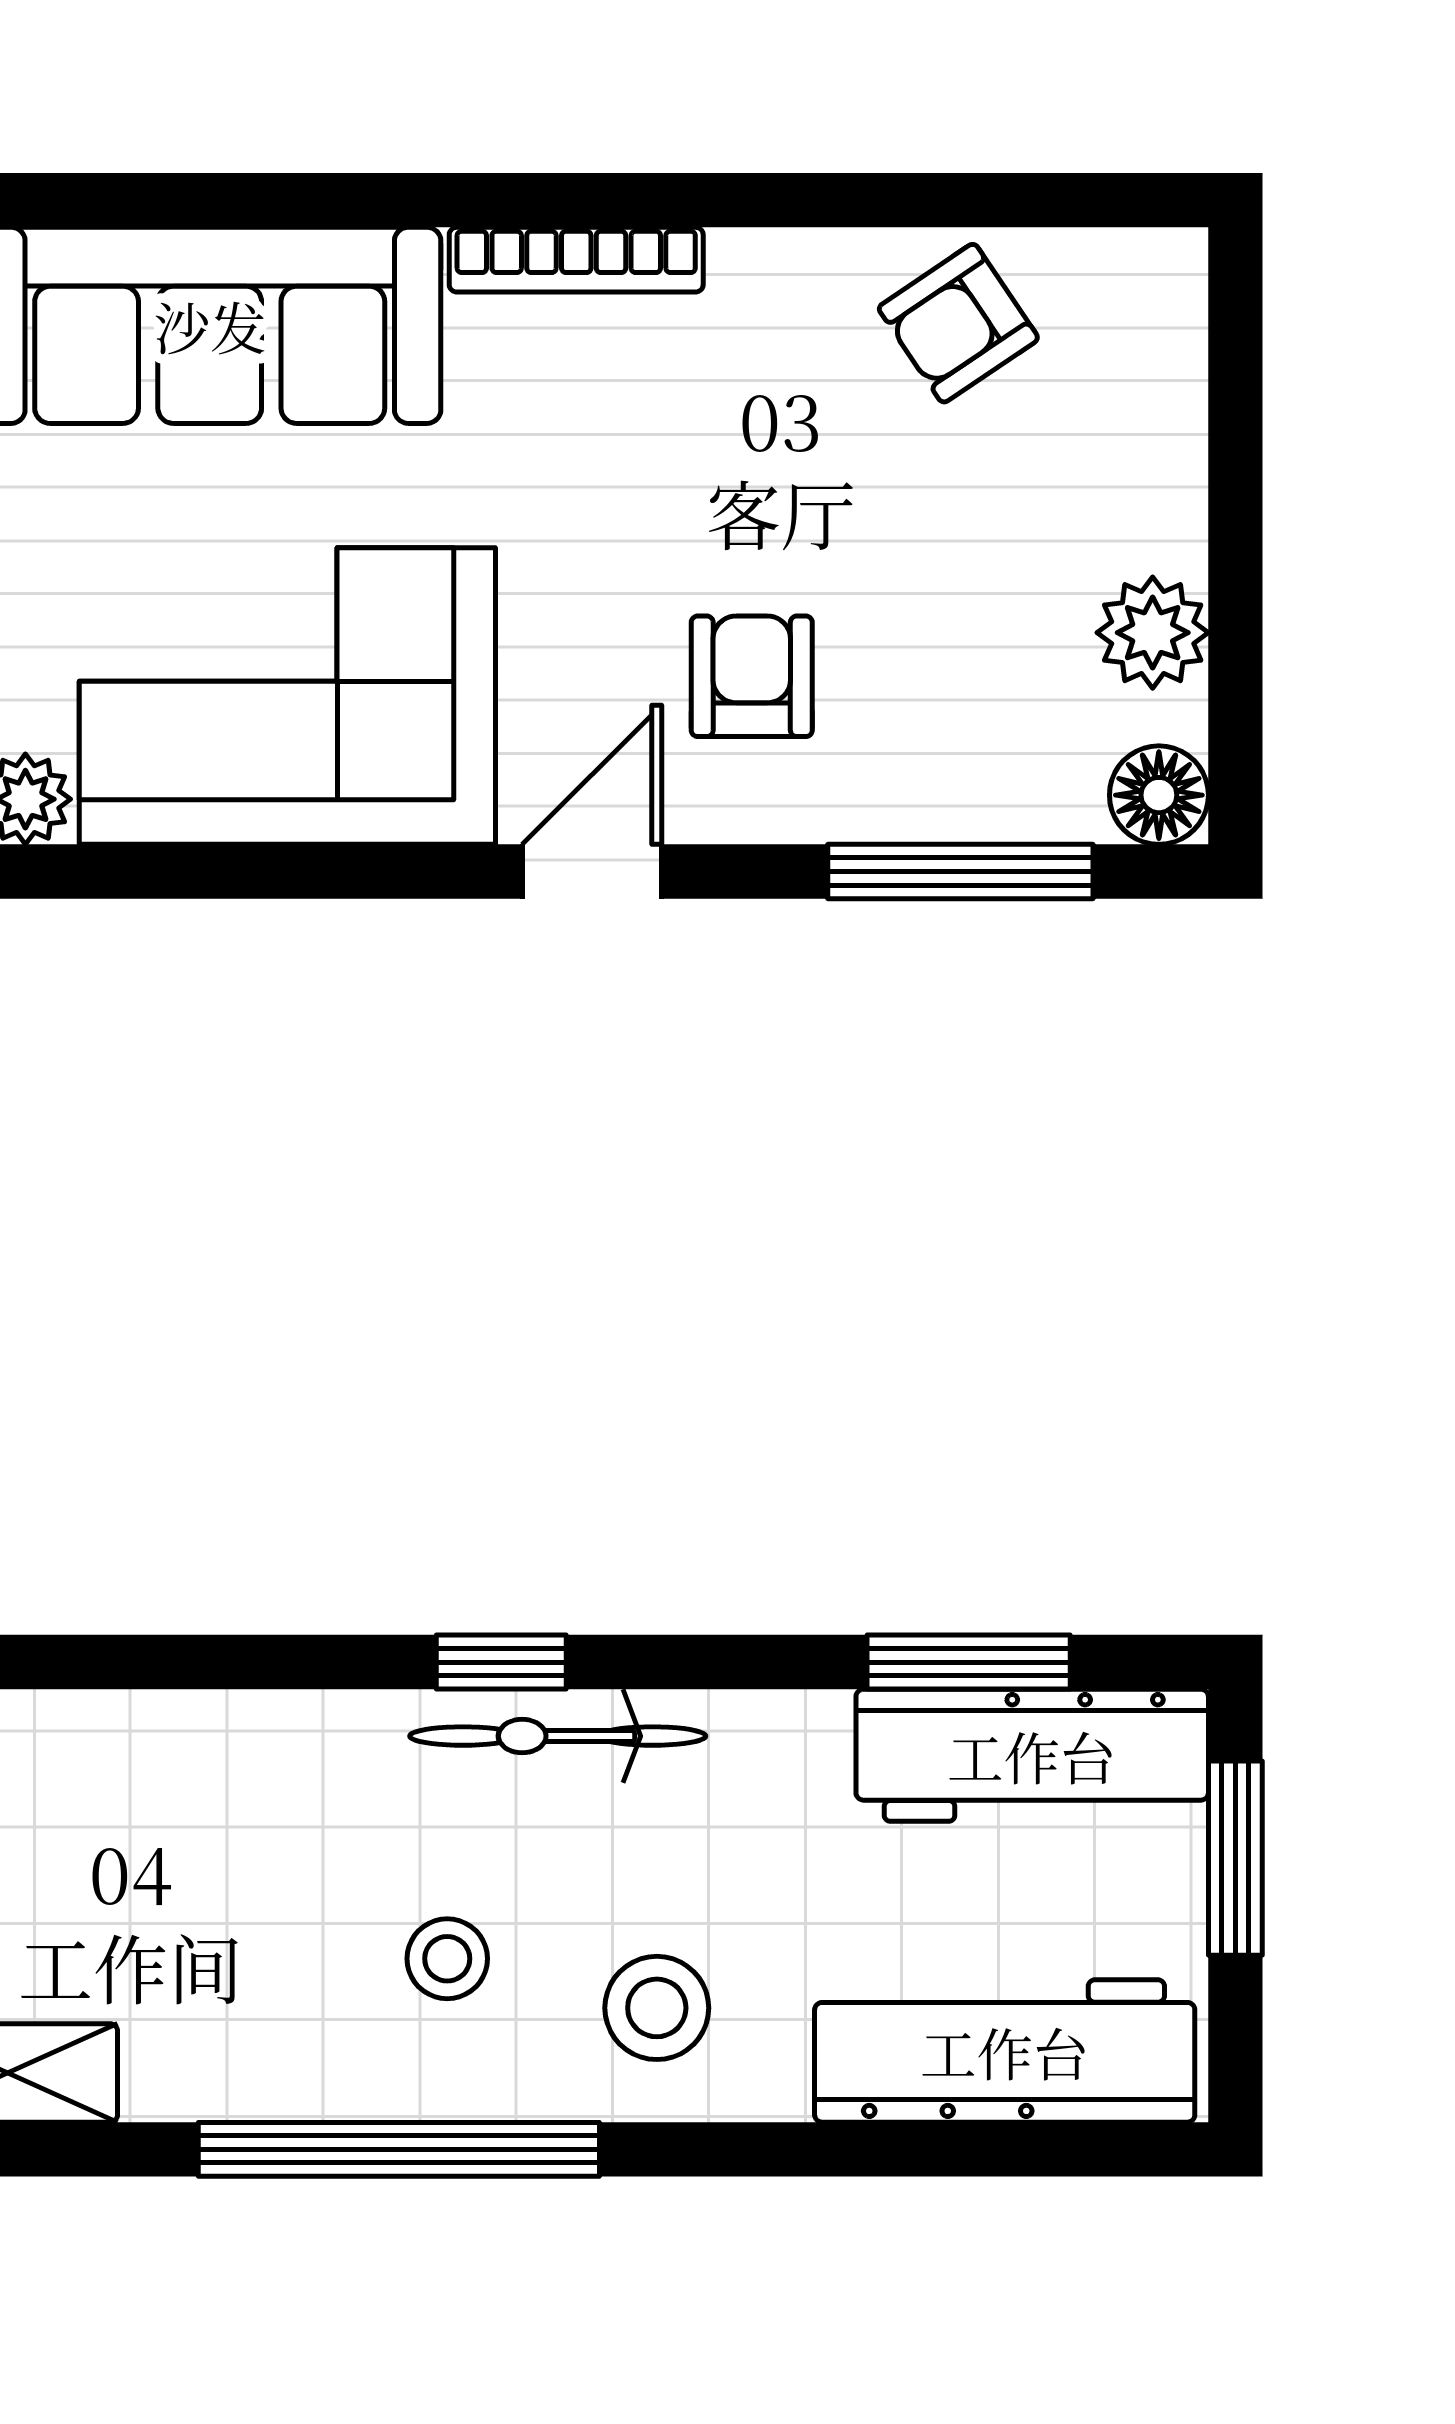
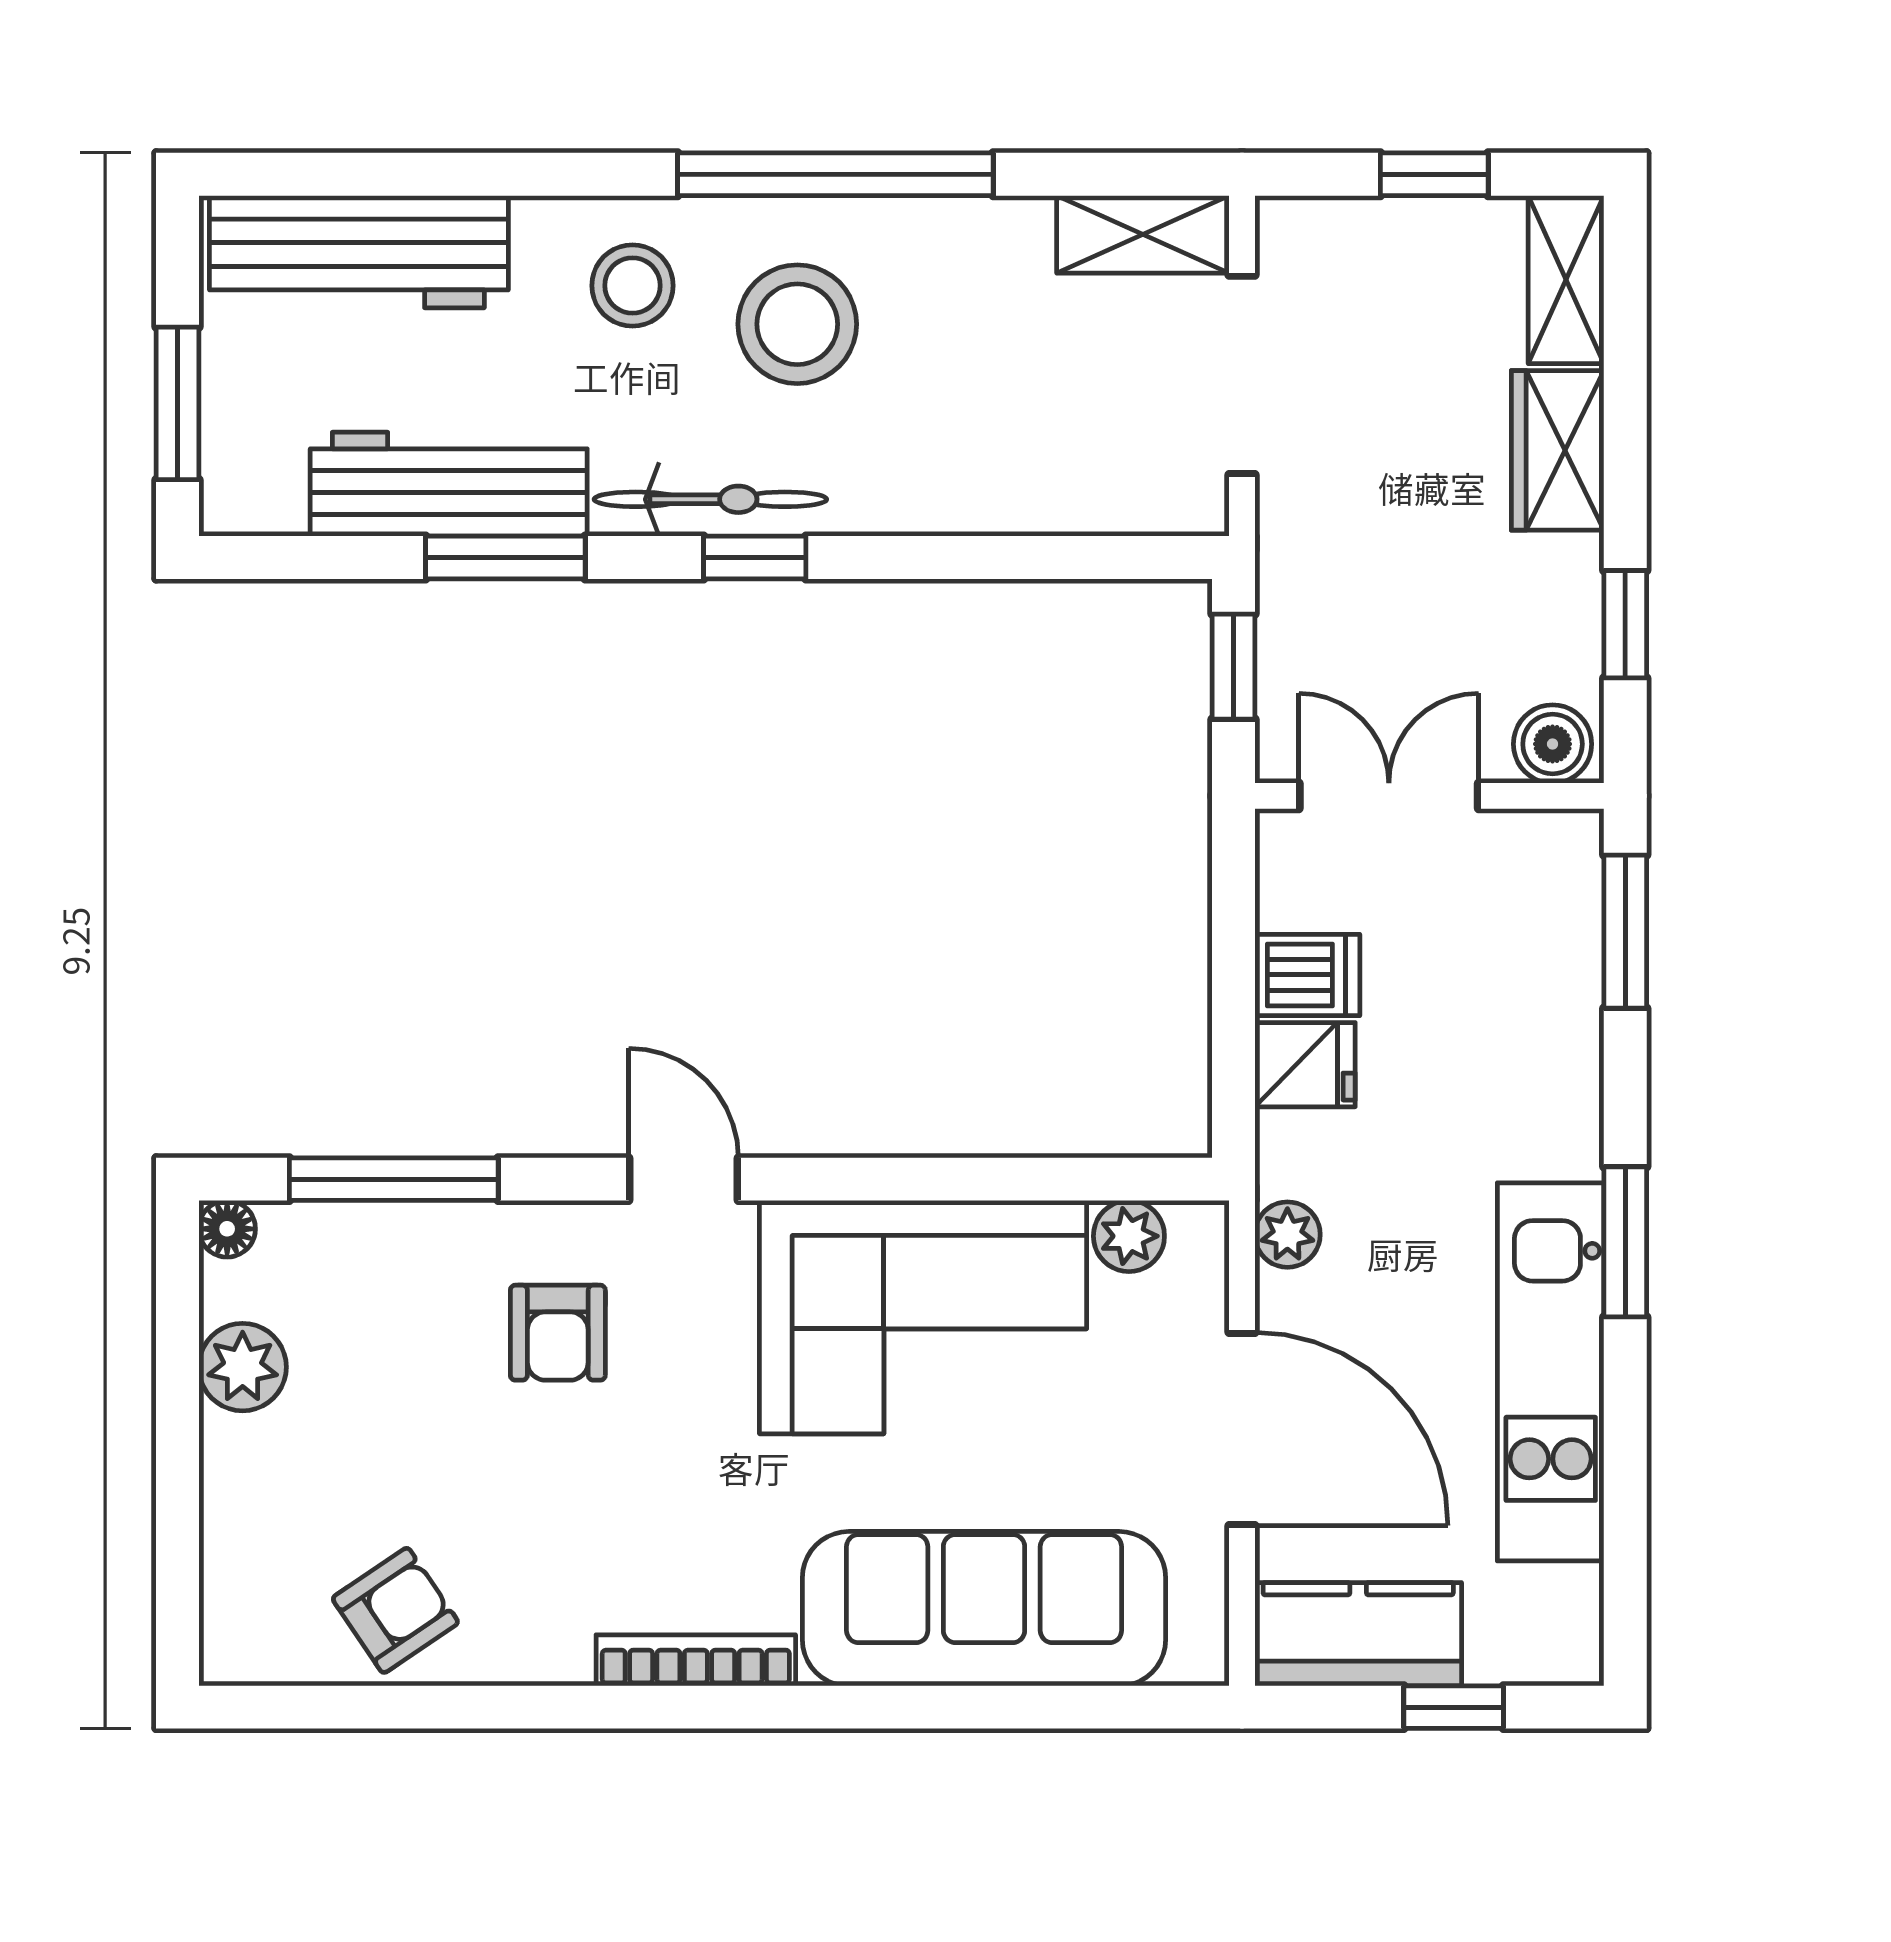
floor lamp: (1159, 795) -> (227, 1229), width x0.73, depth x0.73
door: (592, 872) -> (684, 1179), swing flipped
window: (969, 1662) -> (505, 557), moved
workbench: (1032, 1755) -> (449, 484), moved
stool: (447, 1959) -> (797, 324), width x1.89, depth x1.89

